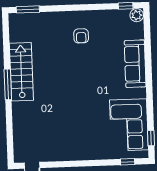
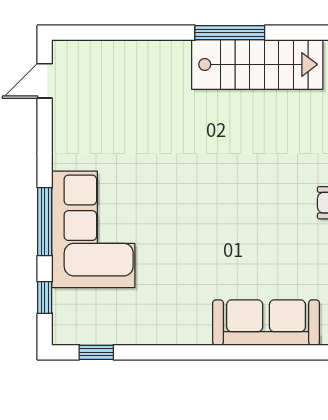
corner sofa: (129, 125) -> (93, 229), moved, turned 90
window: (94, 163) -> (45, 222), added

